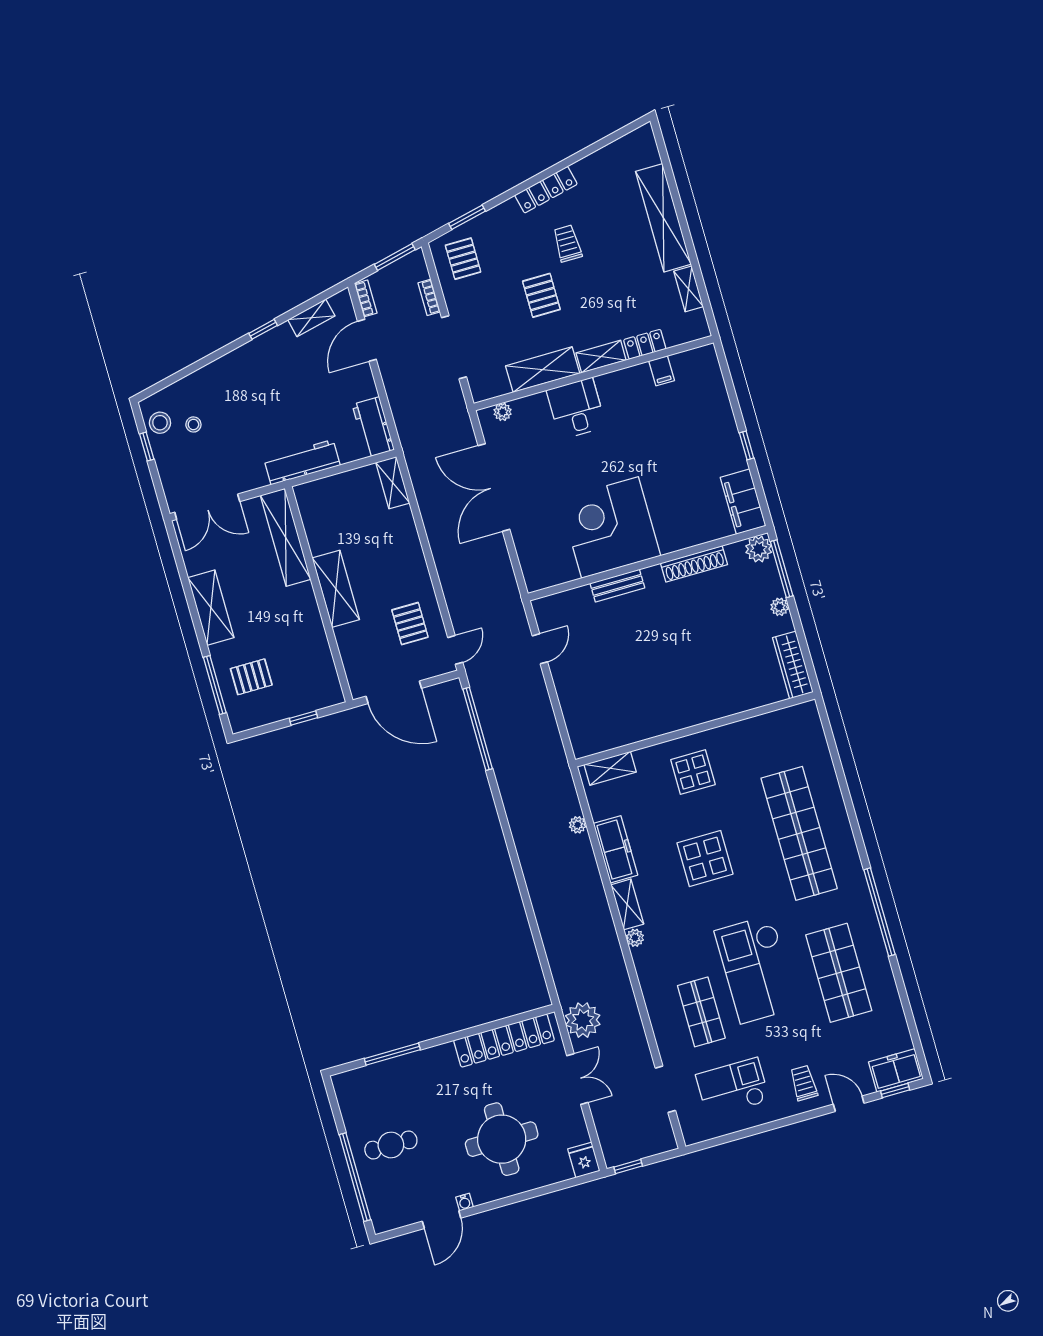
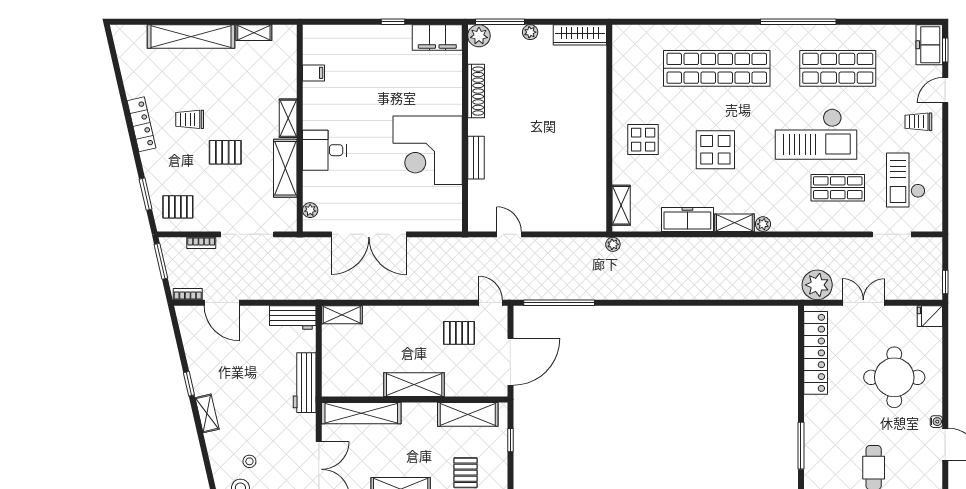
shelving: (311, 318) -> (207, 413), moved
locker: (645, 344) -> (288, 80), removed
shelving: (319, 660) -> (468, 414), added
plant: (578, 825) -> (613, 244), moved

